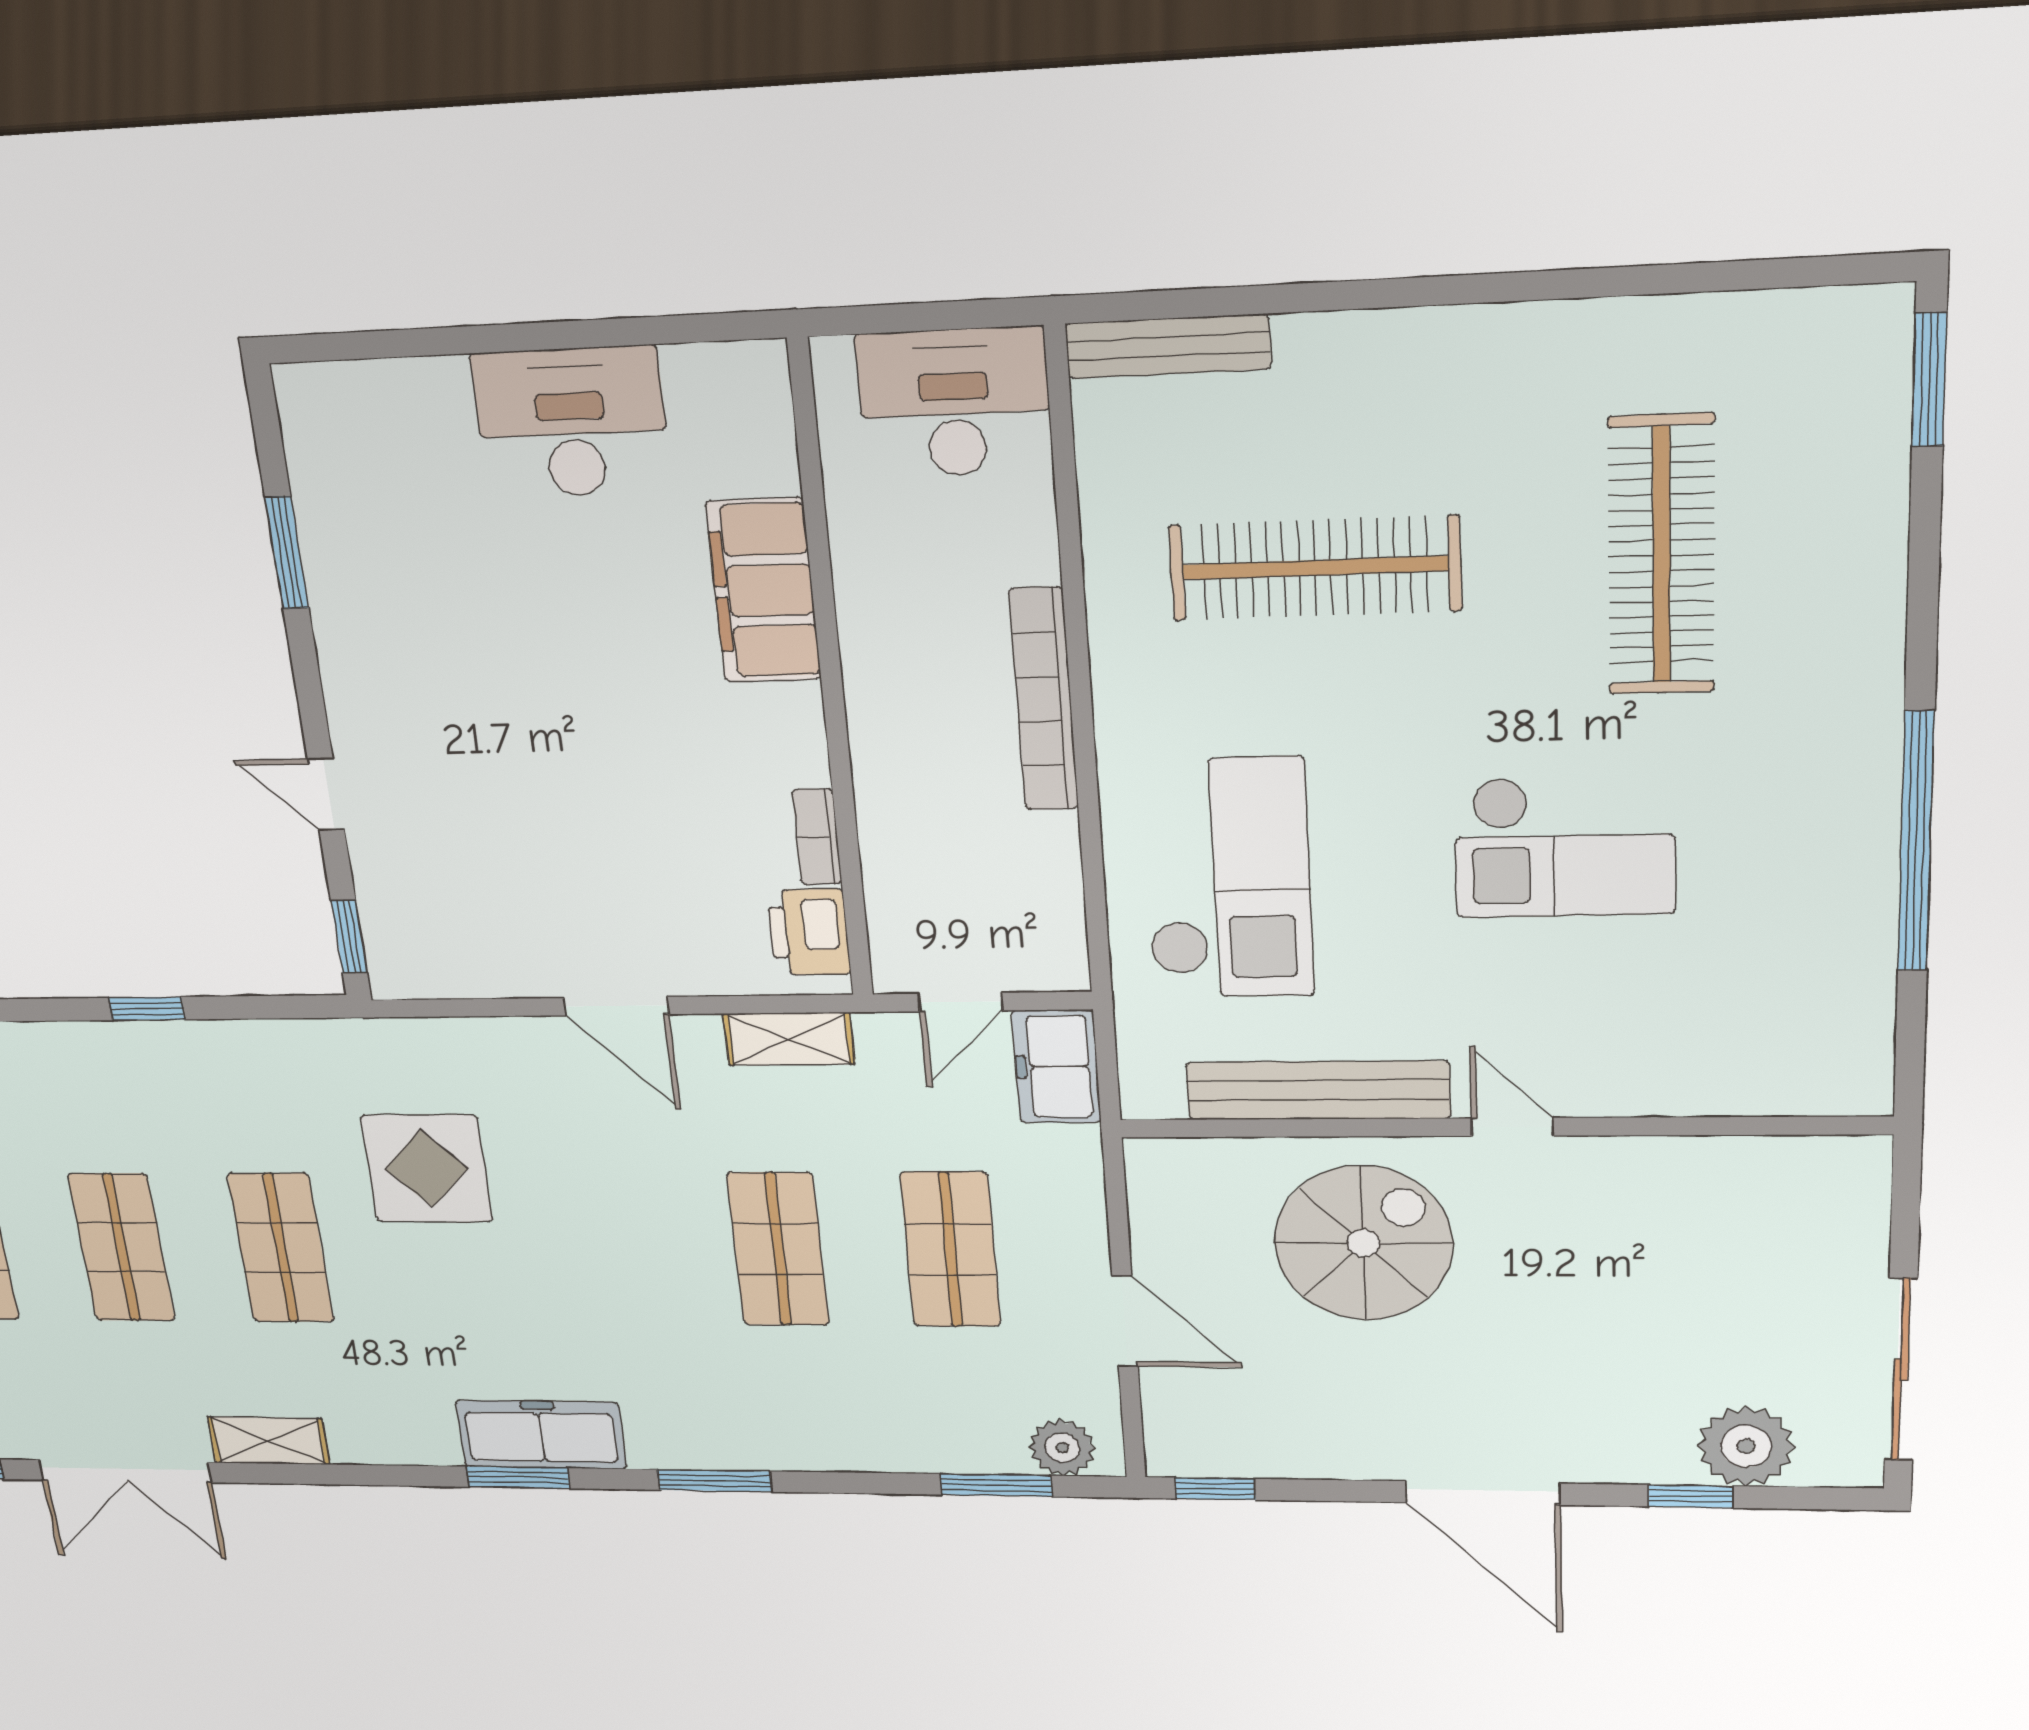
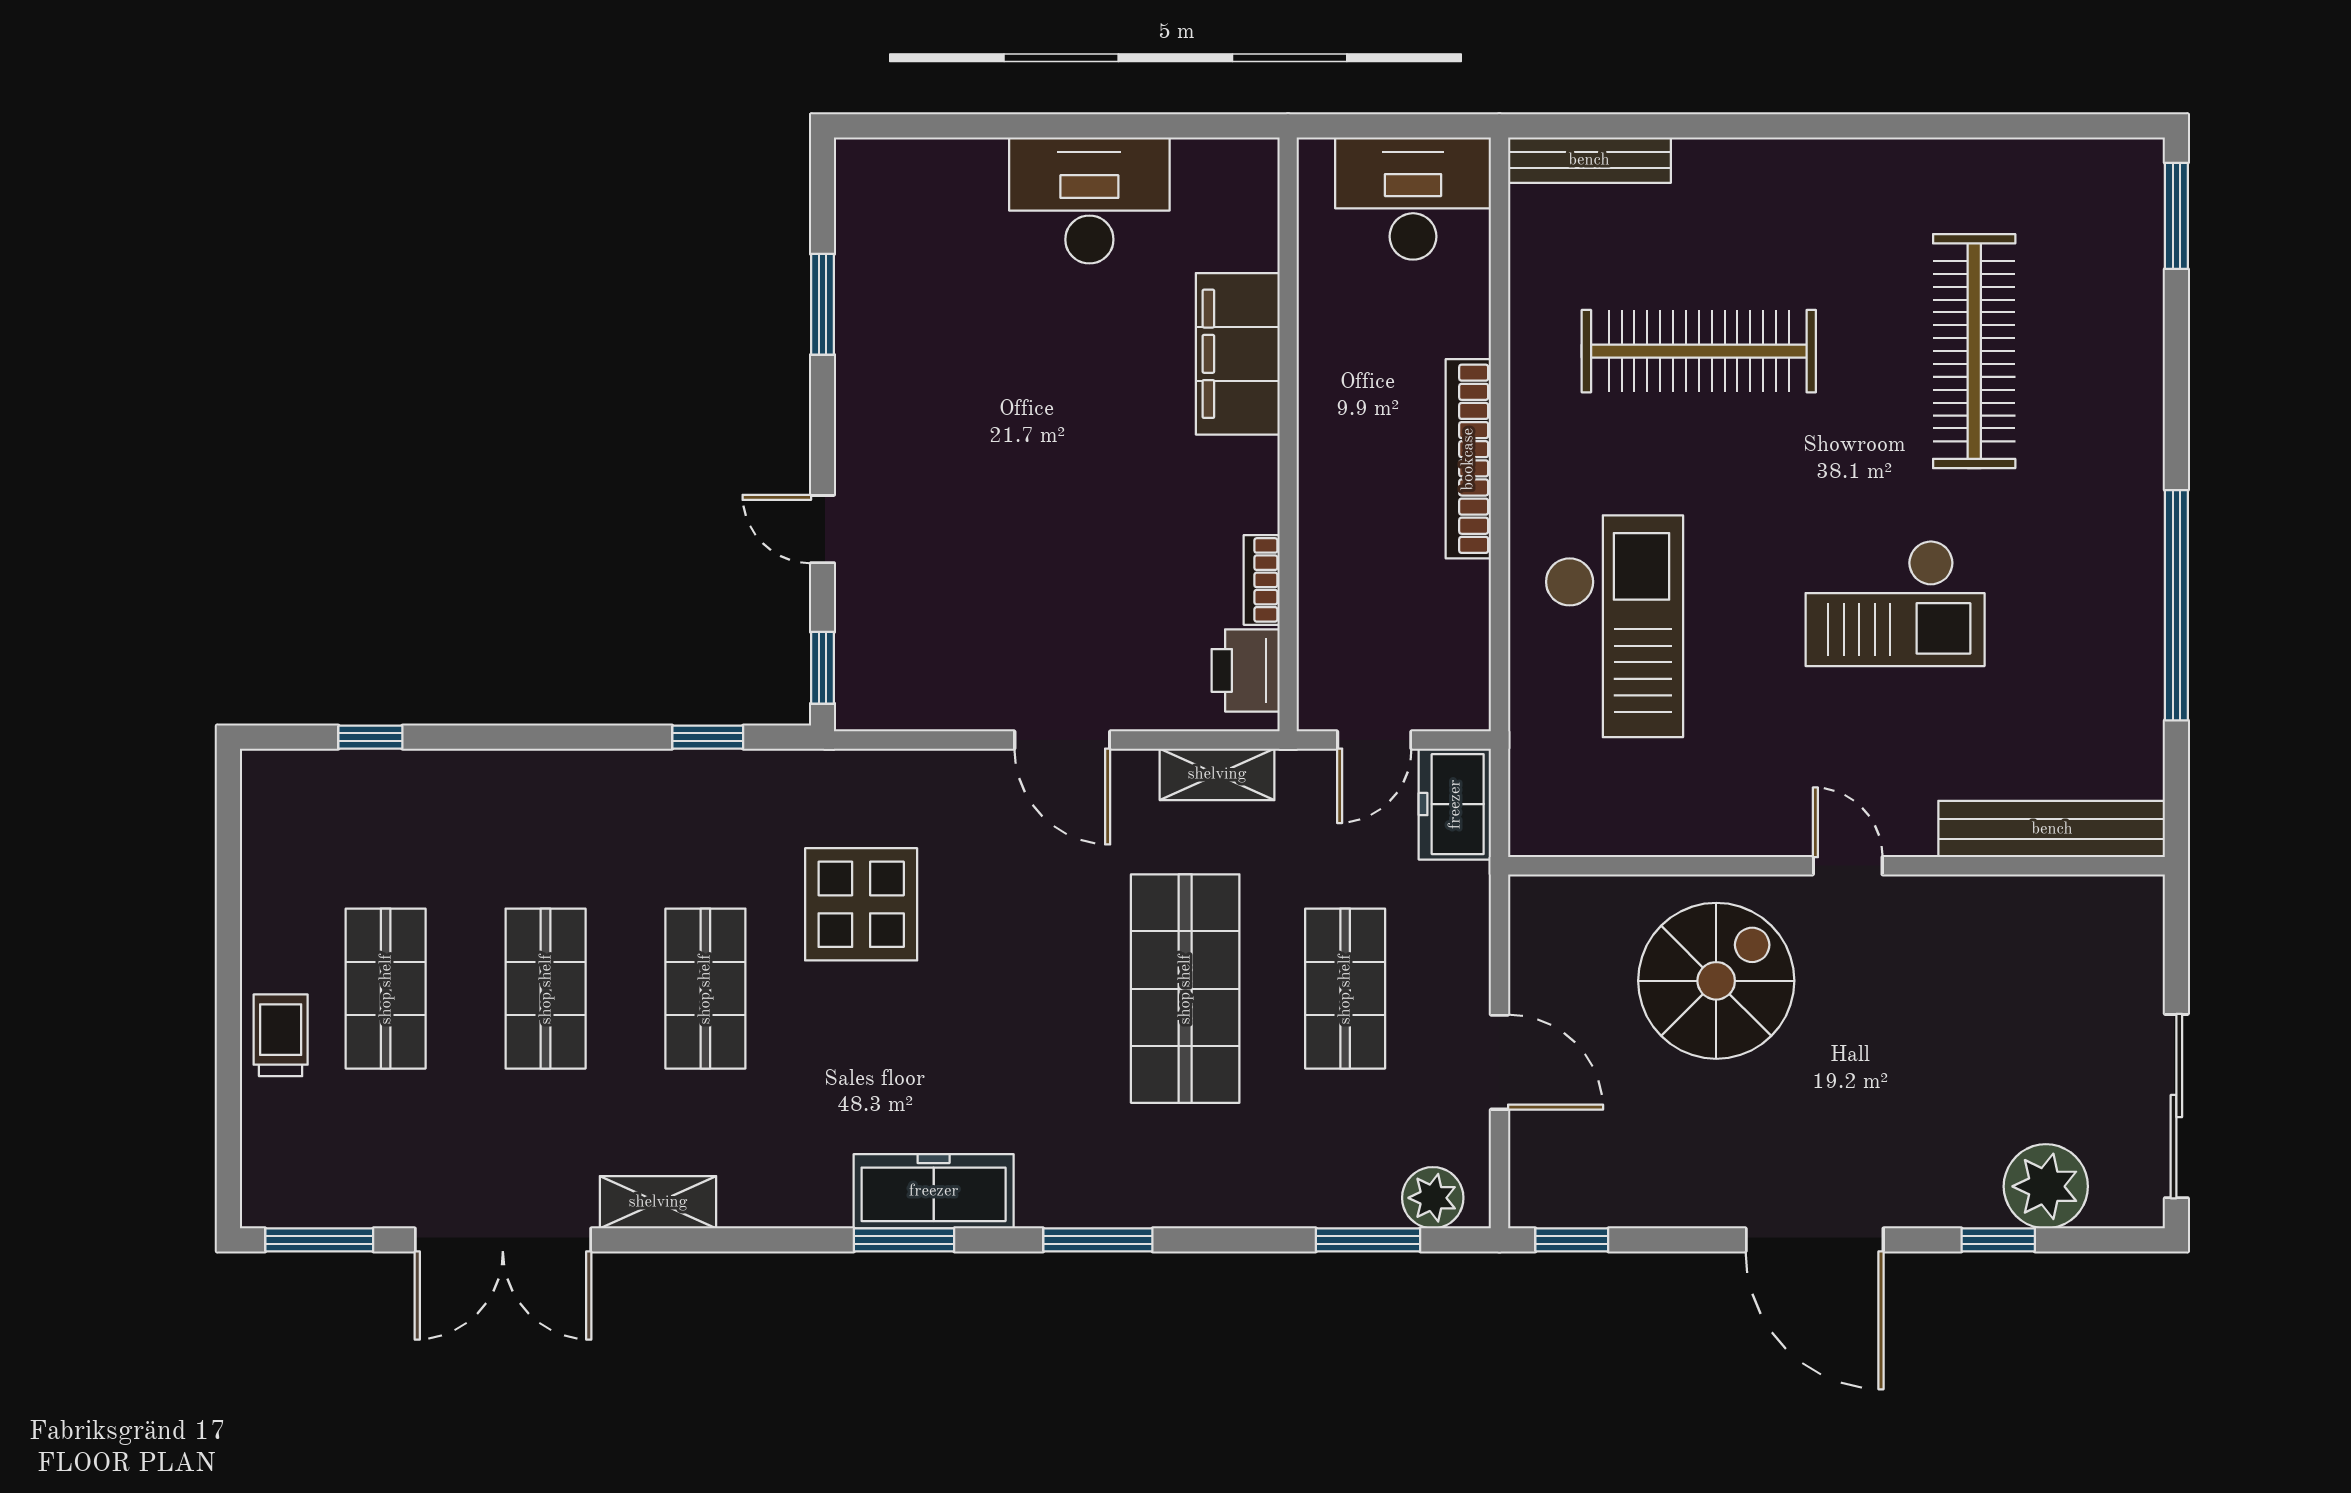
window: (147, 1009) -> (708, 737), moved
bench: (1318, 1090) -> (2052, 829), moved
shop shelf: (778, 1249) -> (1185, 989), width x1.43, depth x1.36

